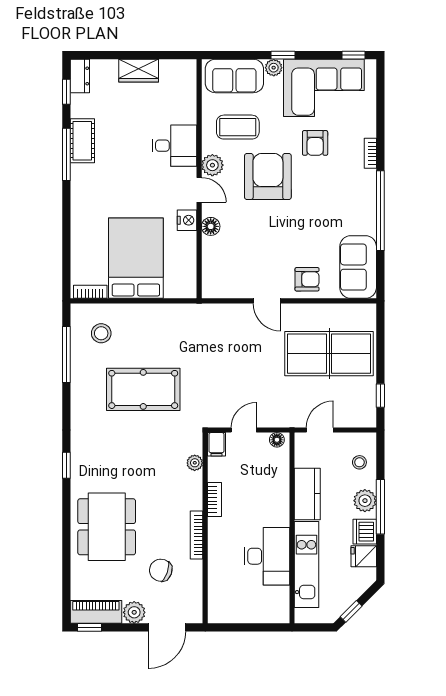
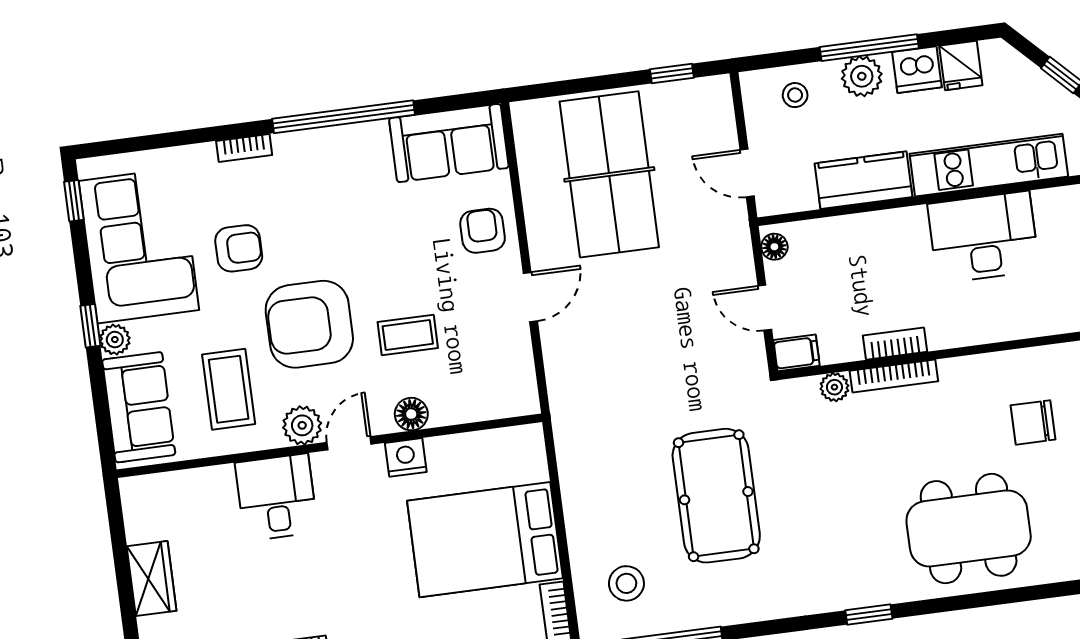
coffee table: (255, 230) -> (408, 335), added
bookcase: (197, 535) -> (894, 376), moved
chair: (161, 570) -> (1033, 422), turned 70

